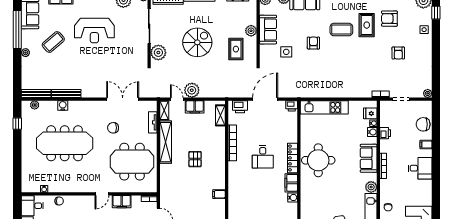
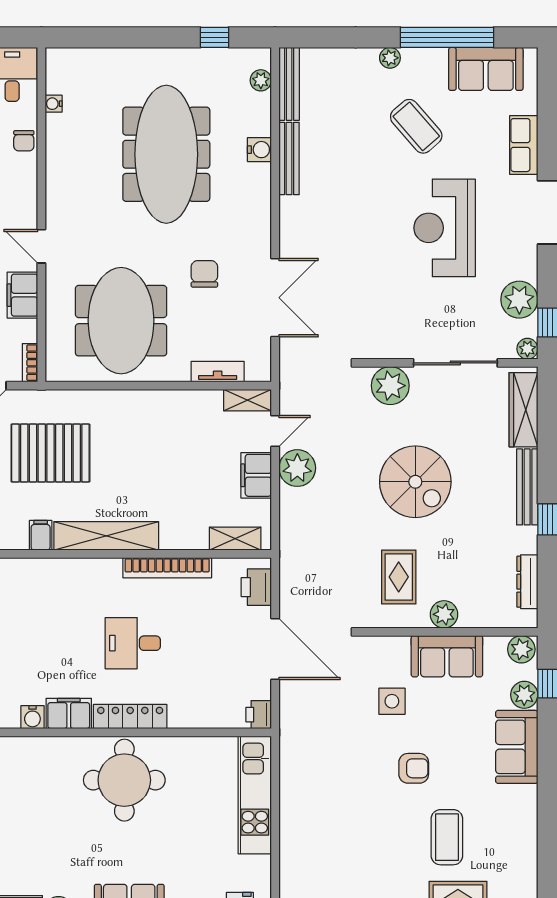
rug: (236, 49) -> (399, 577), turned 90
shelving: (166, 142) -> (106, 536), moved
pallet: (195, 159) -> (50, 453), moved, width x2.05, depth x2.00

